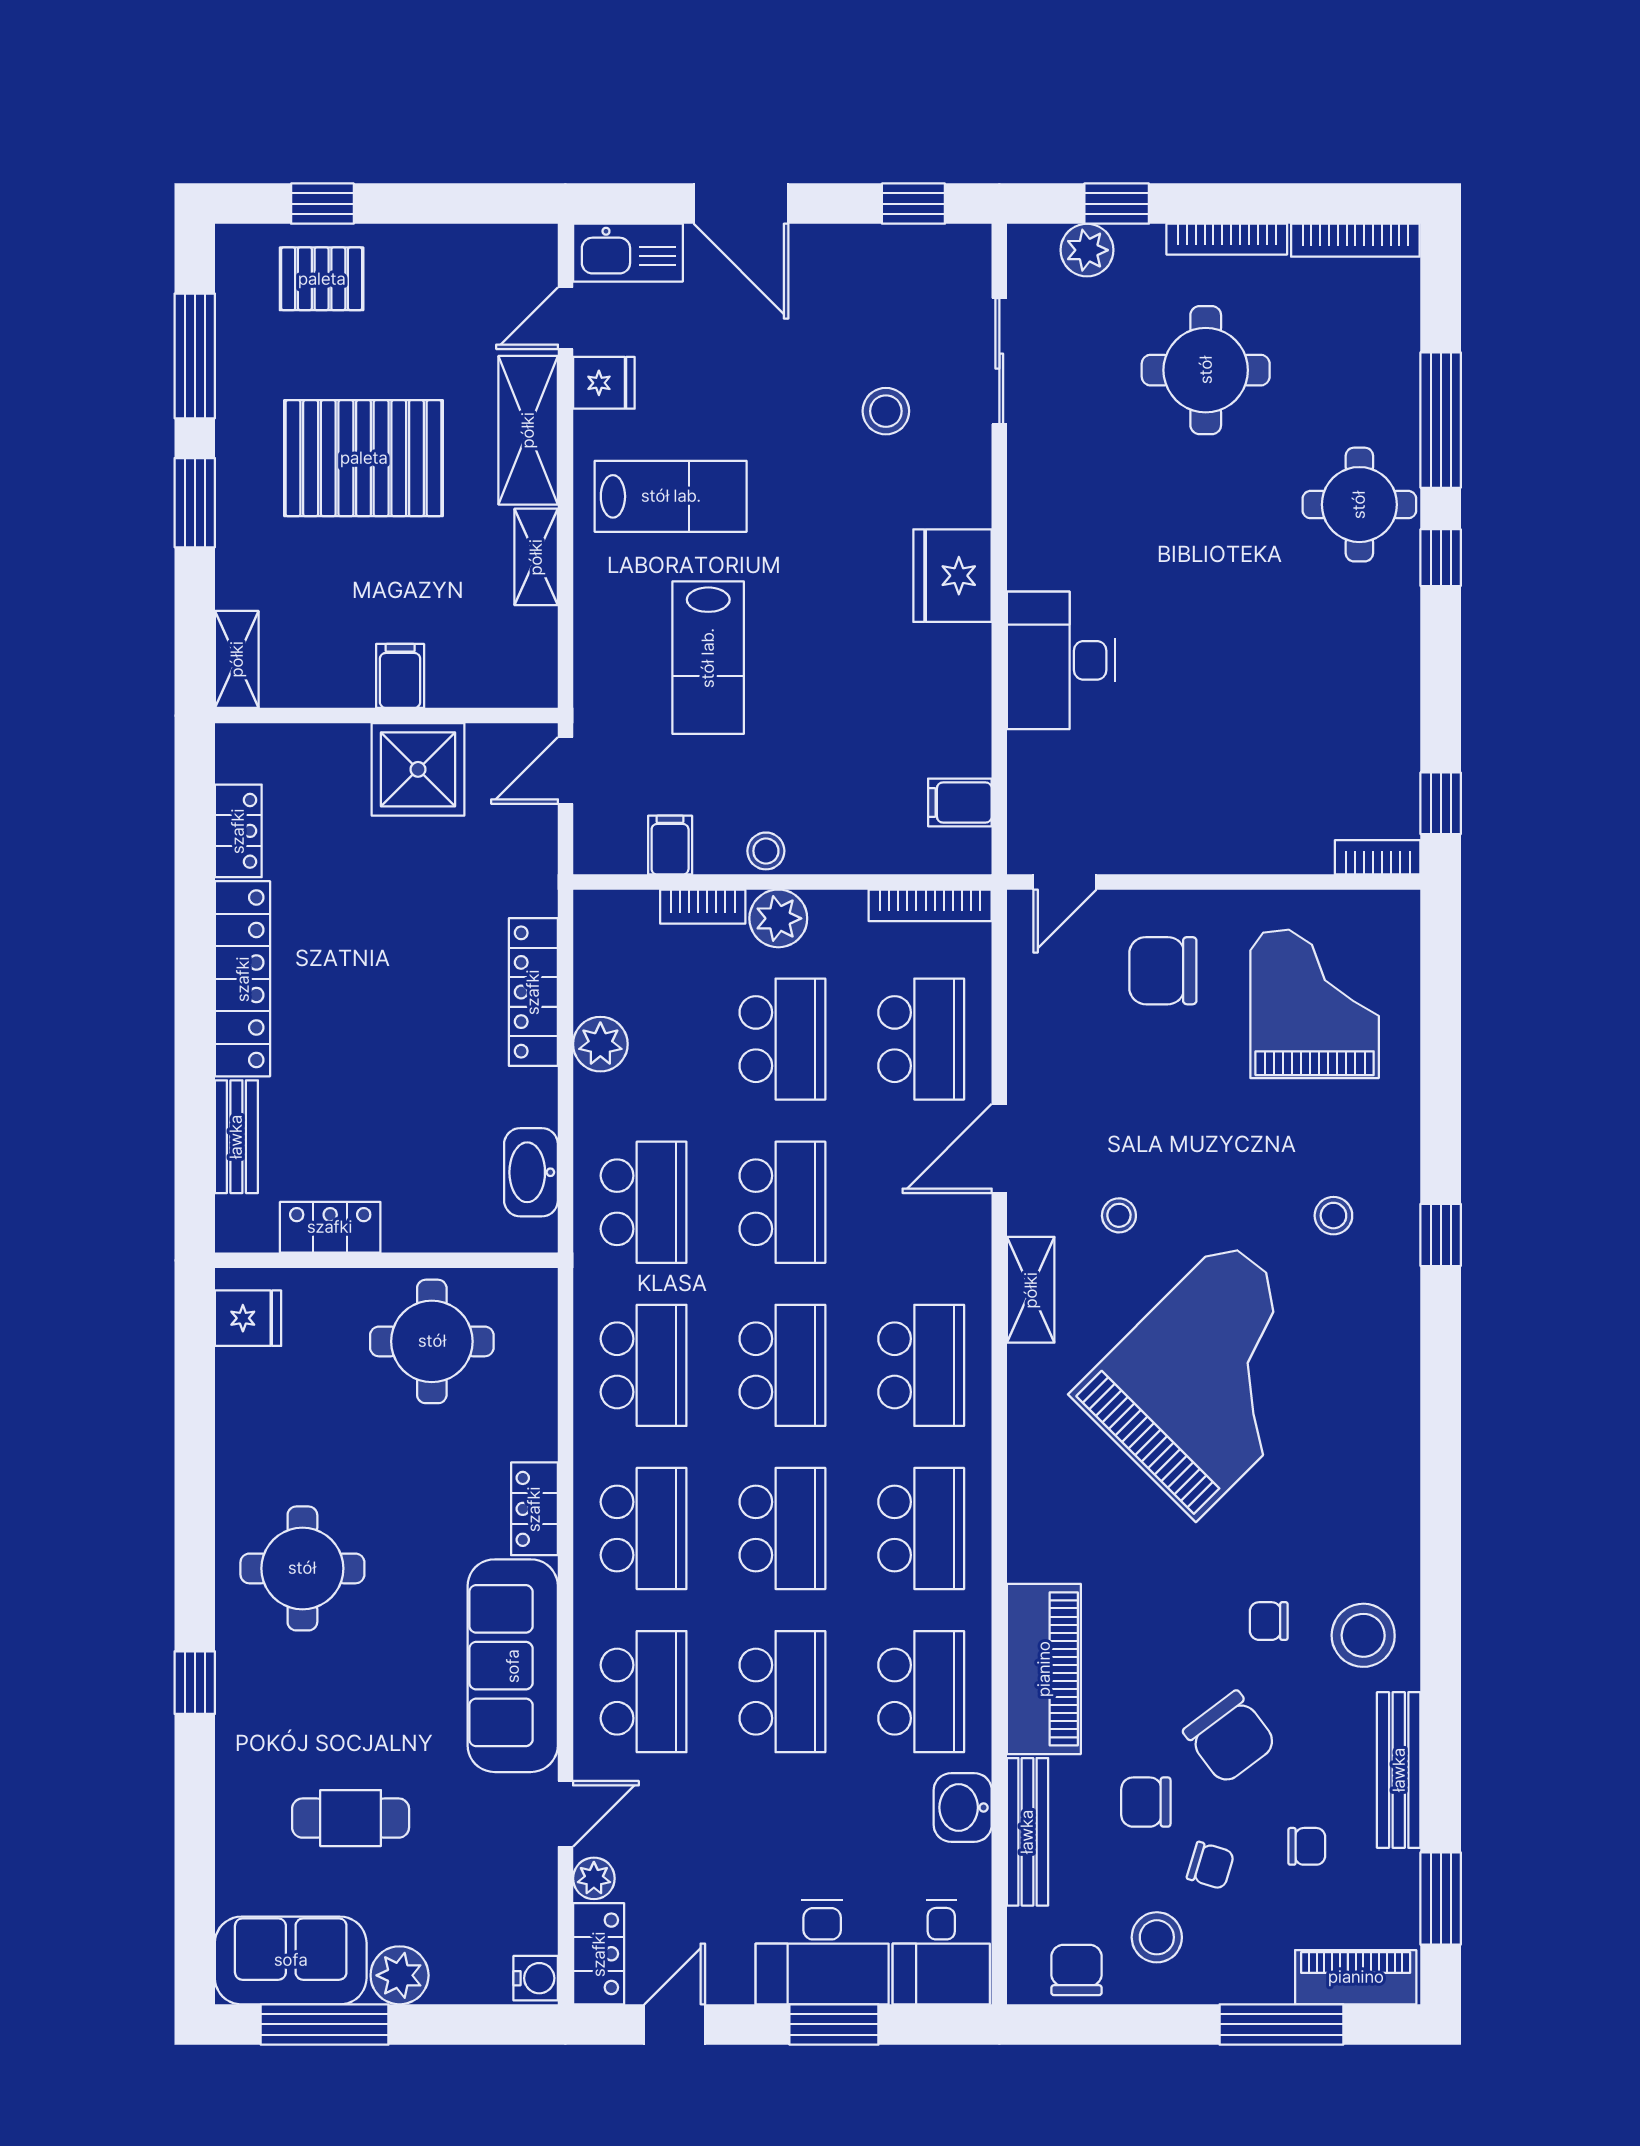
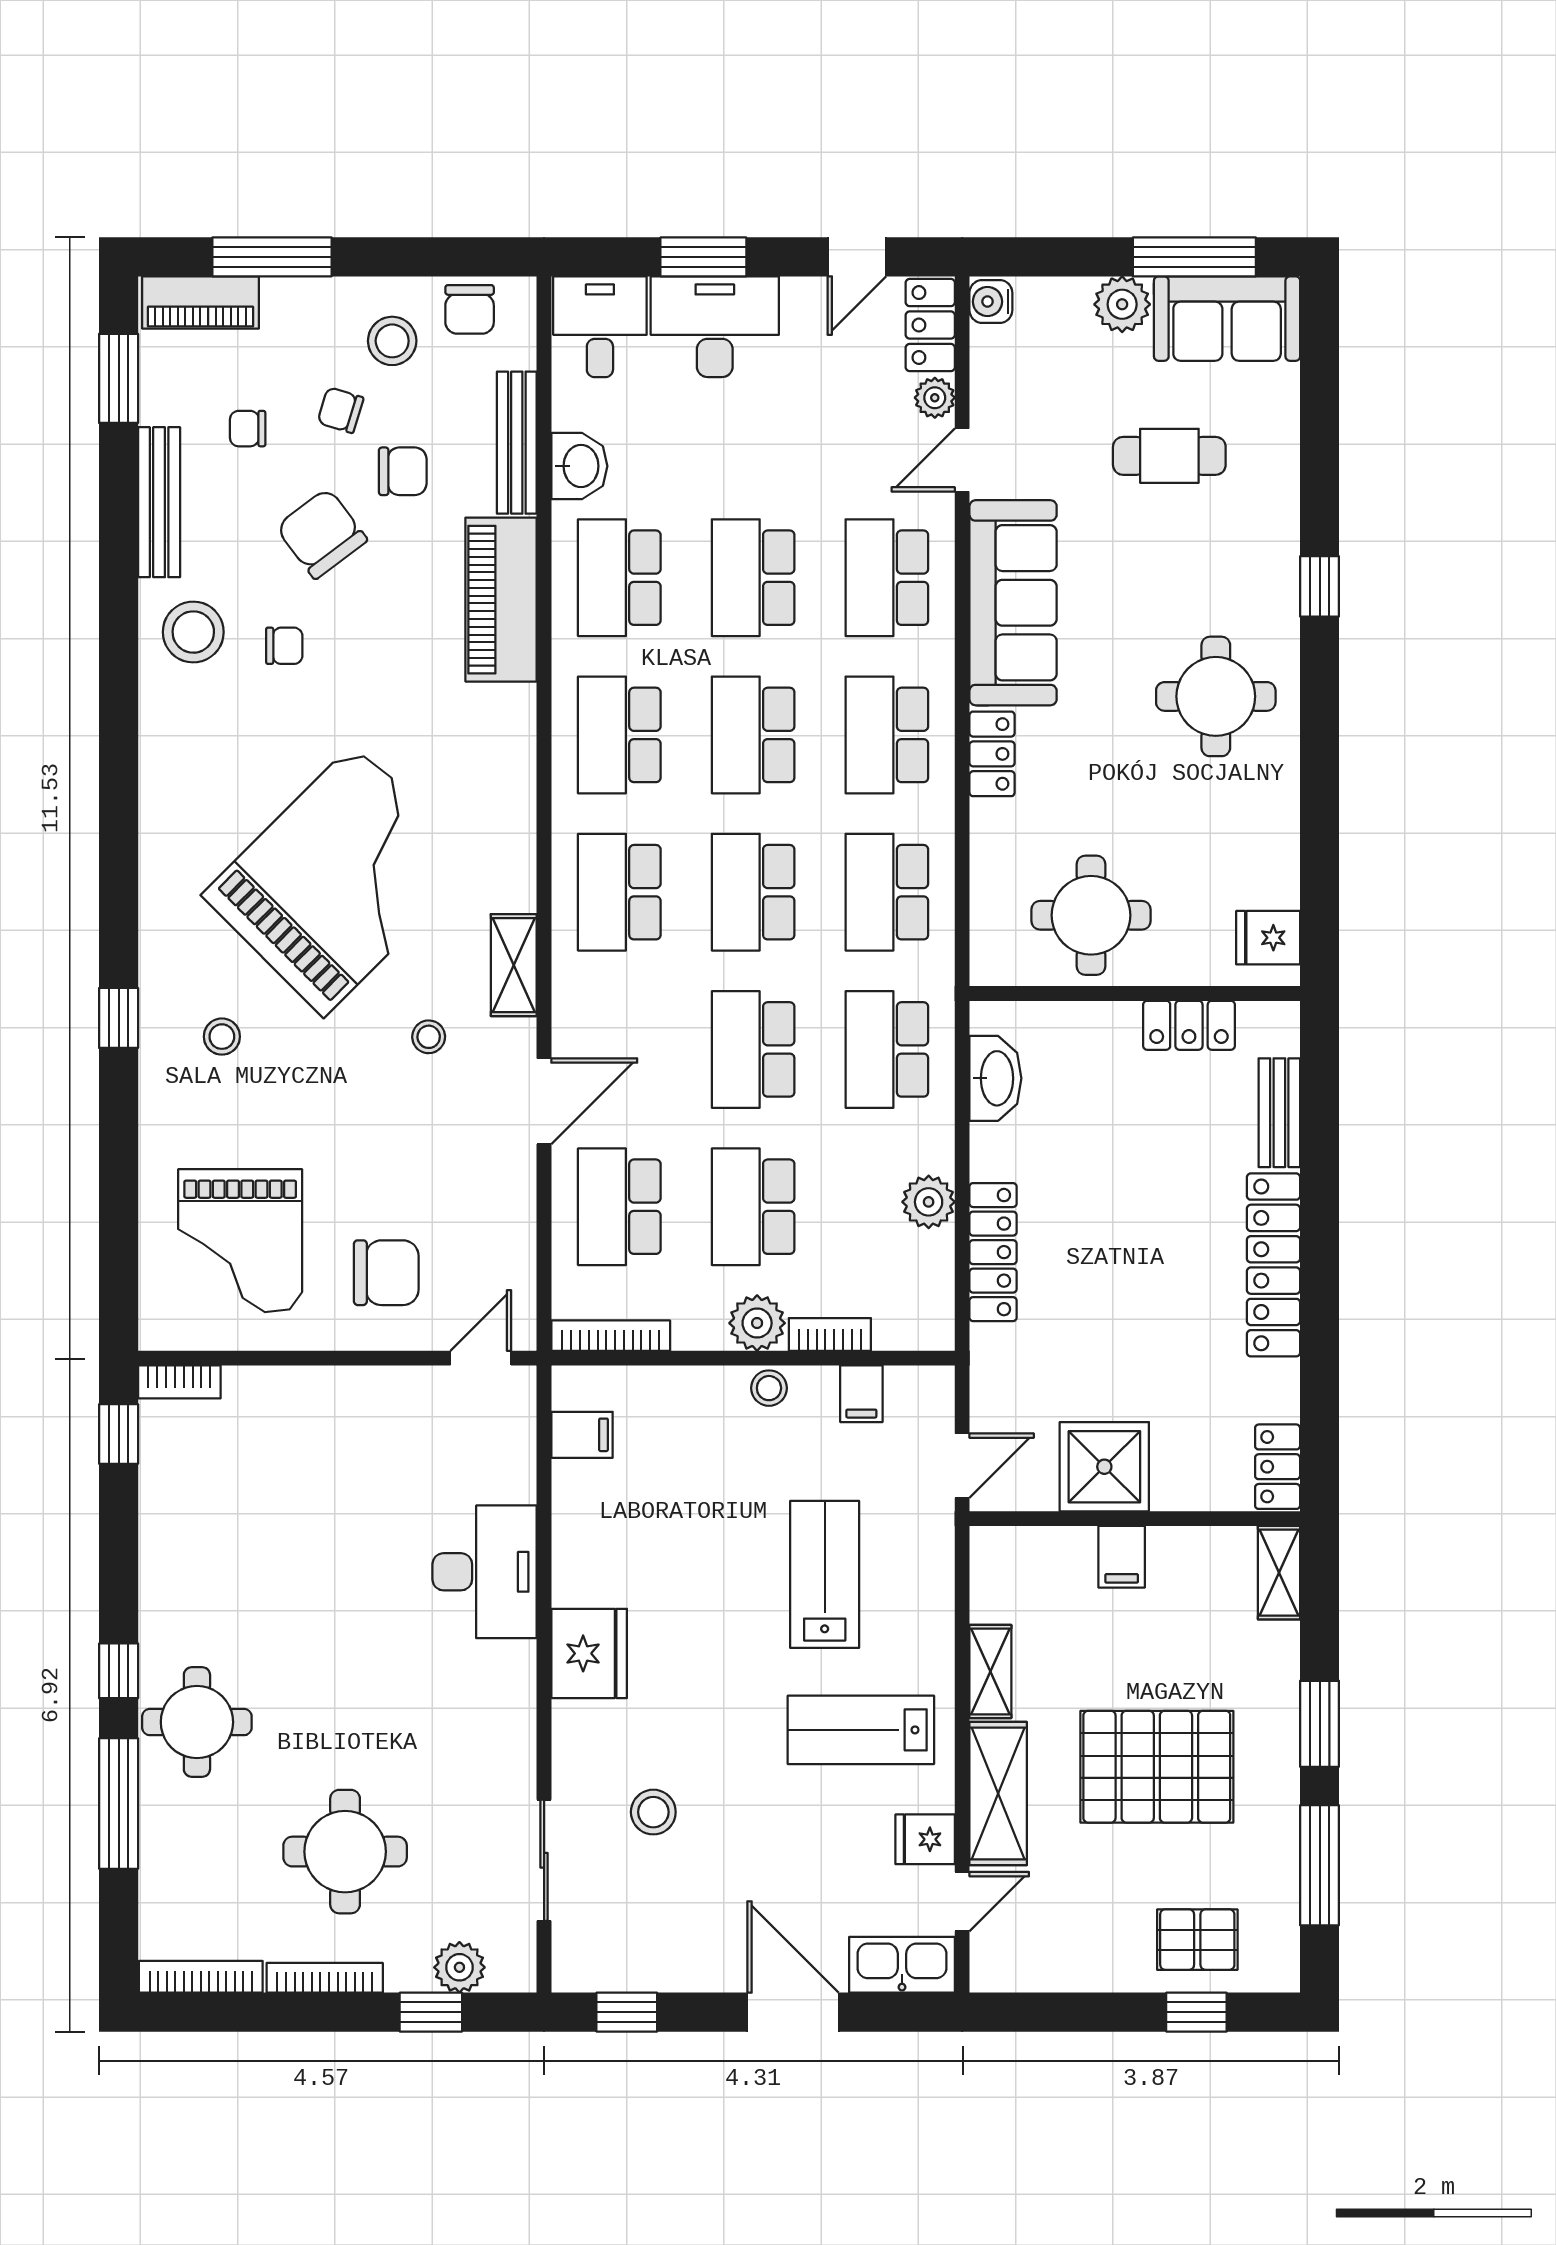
locker: (238, 831) -> (1278, 1467), moved
grand piano: (1212, 1378) -> (339, 880), turned 180

